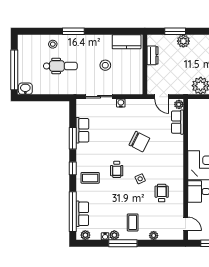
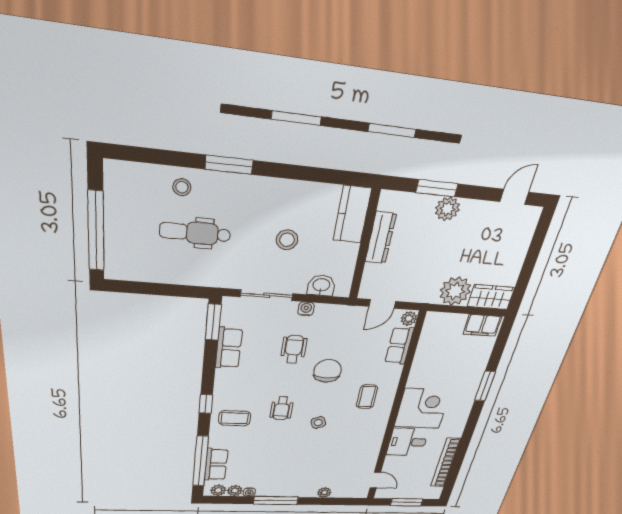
kitchen counter: (127, 42) -> (352, 214), moved, turned 90
dresser: (153, 55) -> (381, 238), width x1.44
dental chair: (60, 66) -> (195, 233), turned 180
washbasin: (25, 89) -> (321, 285), moved
door: (162, 97) -> (382, 304), hinge flipped
window: (73, 138) -> (213, 322), moved
chair: (139, 142) -> (328, 371), turned -117
wheelchair: (162, 193) -> (294, 349), moved
coffee table: (133, 222) -> (367, 397), moved
plant: (114, 235) -> (235, 491), moved

